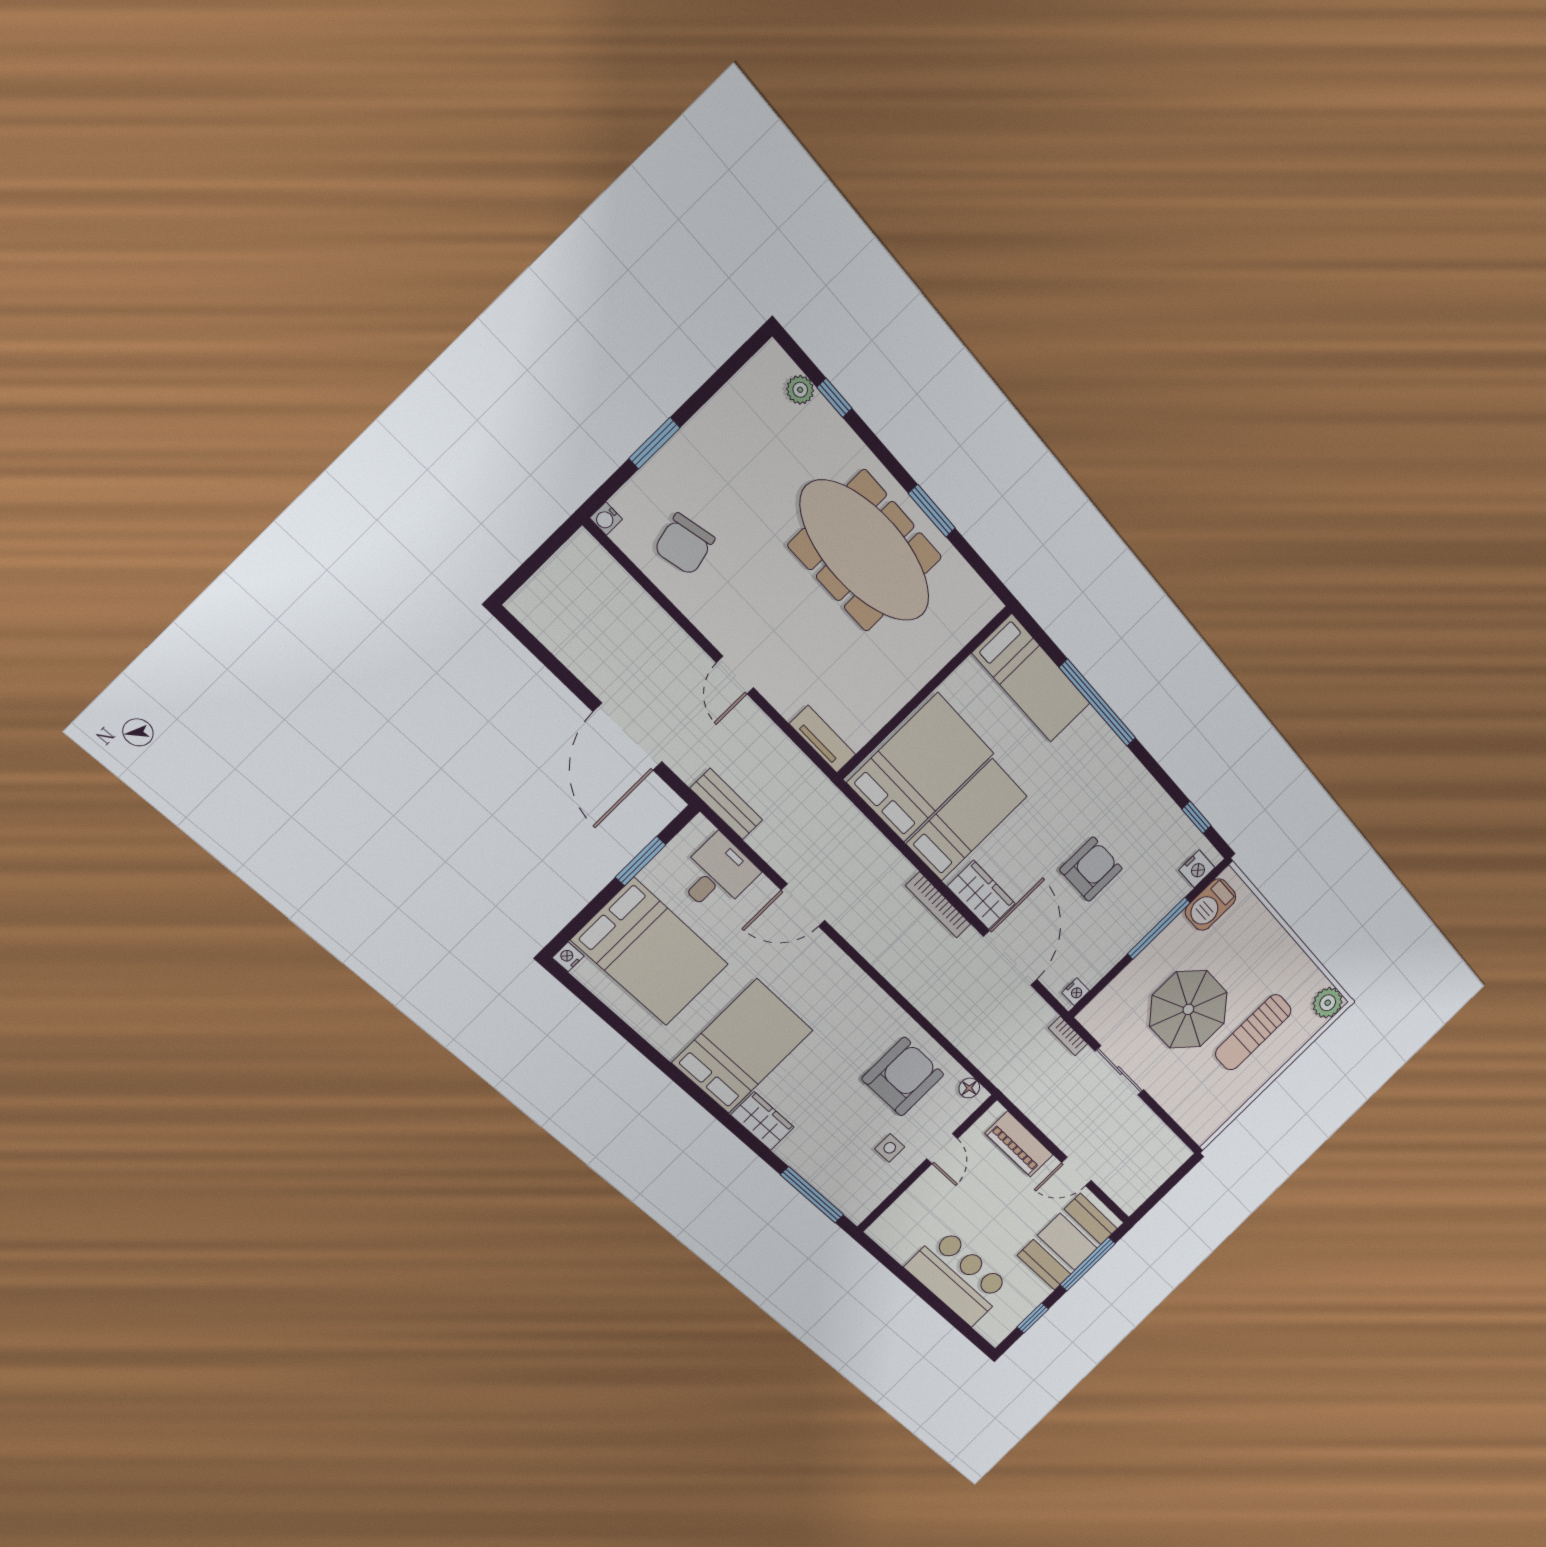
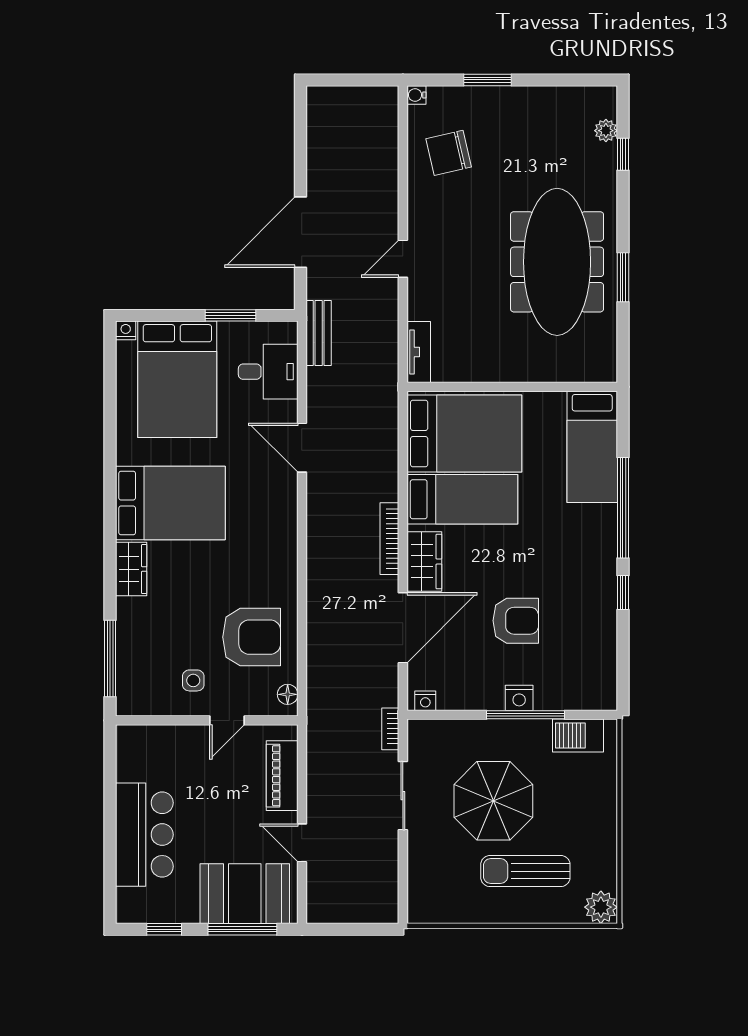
window: (1196, 817) -> (623, 593), moved
nightstand: (1197, 869) -> (519, 698), moved

